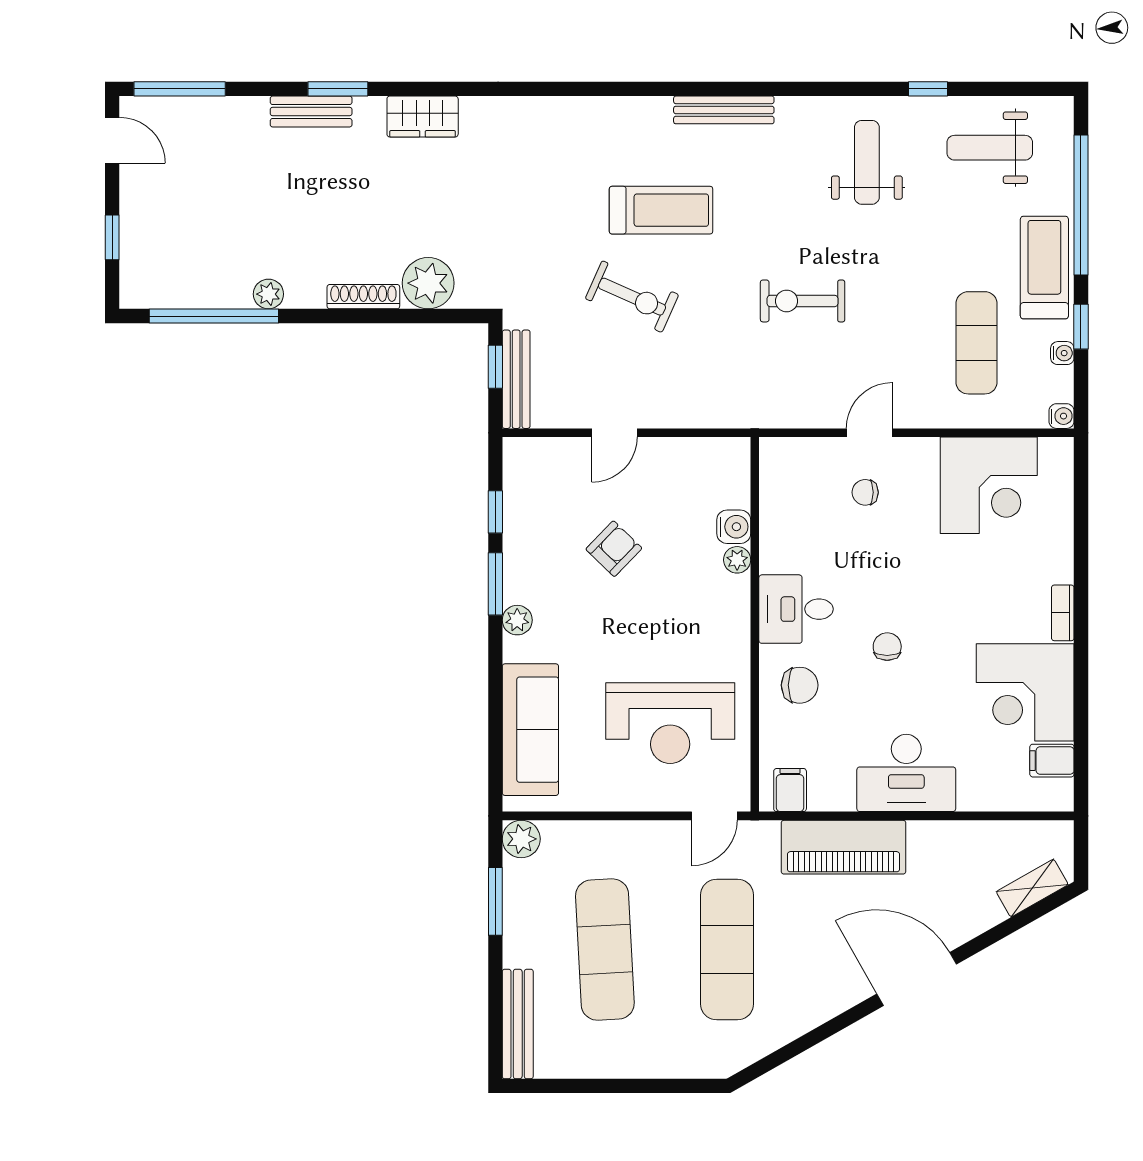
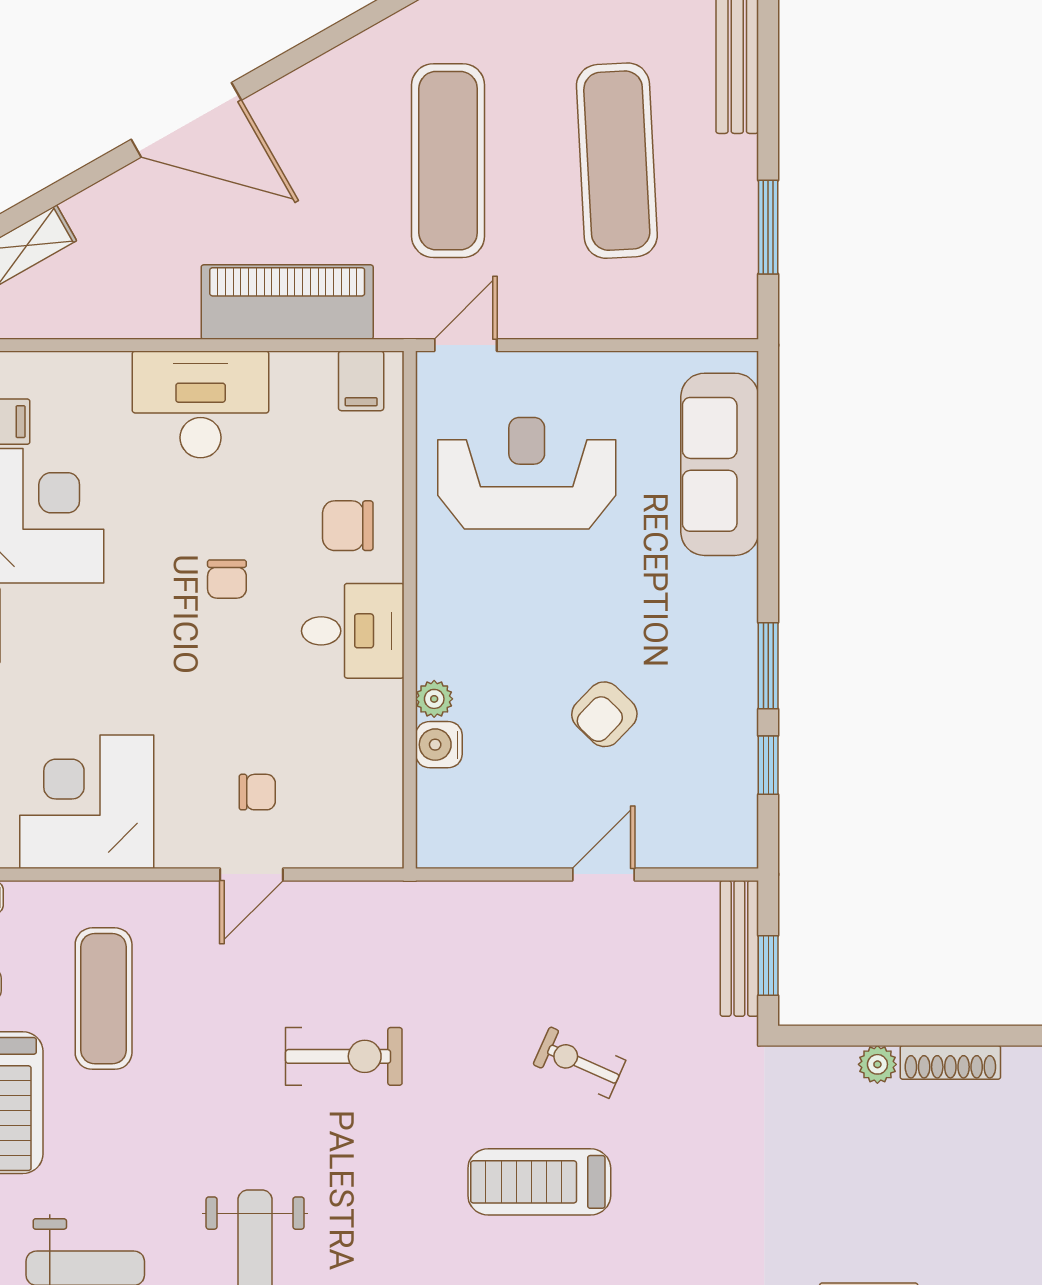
plant: (428, 283) -> (877, 1064), width x0.53, depth x0.53
exercise bike: (632, 297) -> (579, 1062), width x0.73, depth x0.72
plant: (517, 620) -> (738, 616), removed
plant: (521, 839) -> (732, 313), removed

